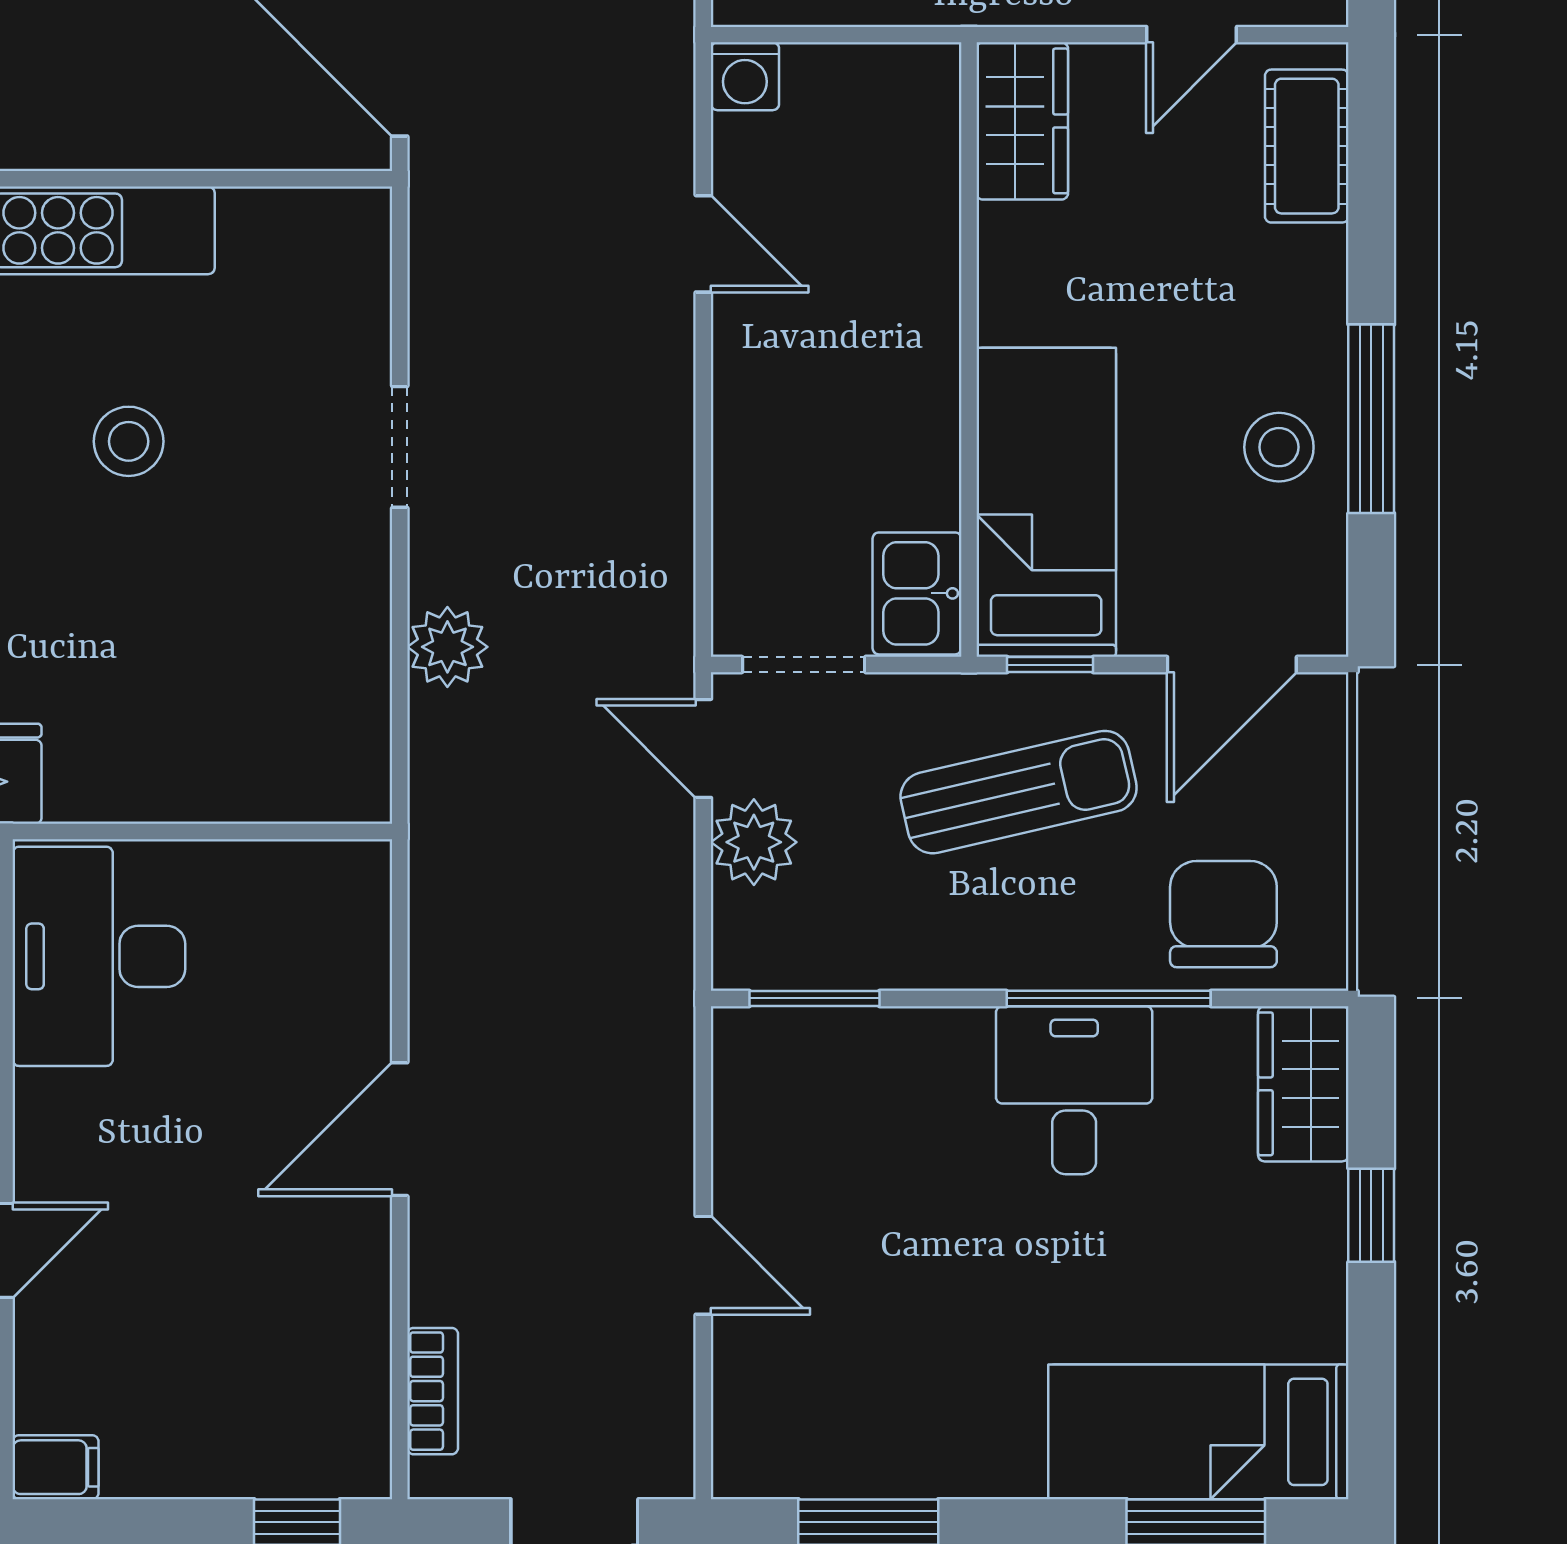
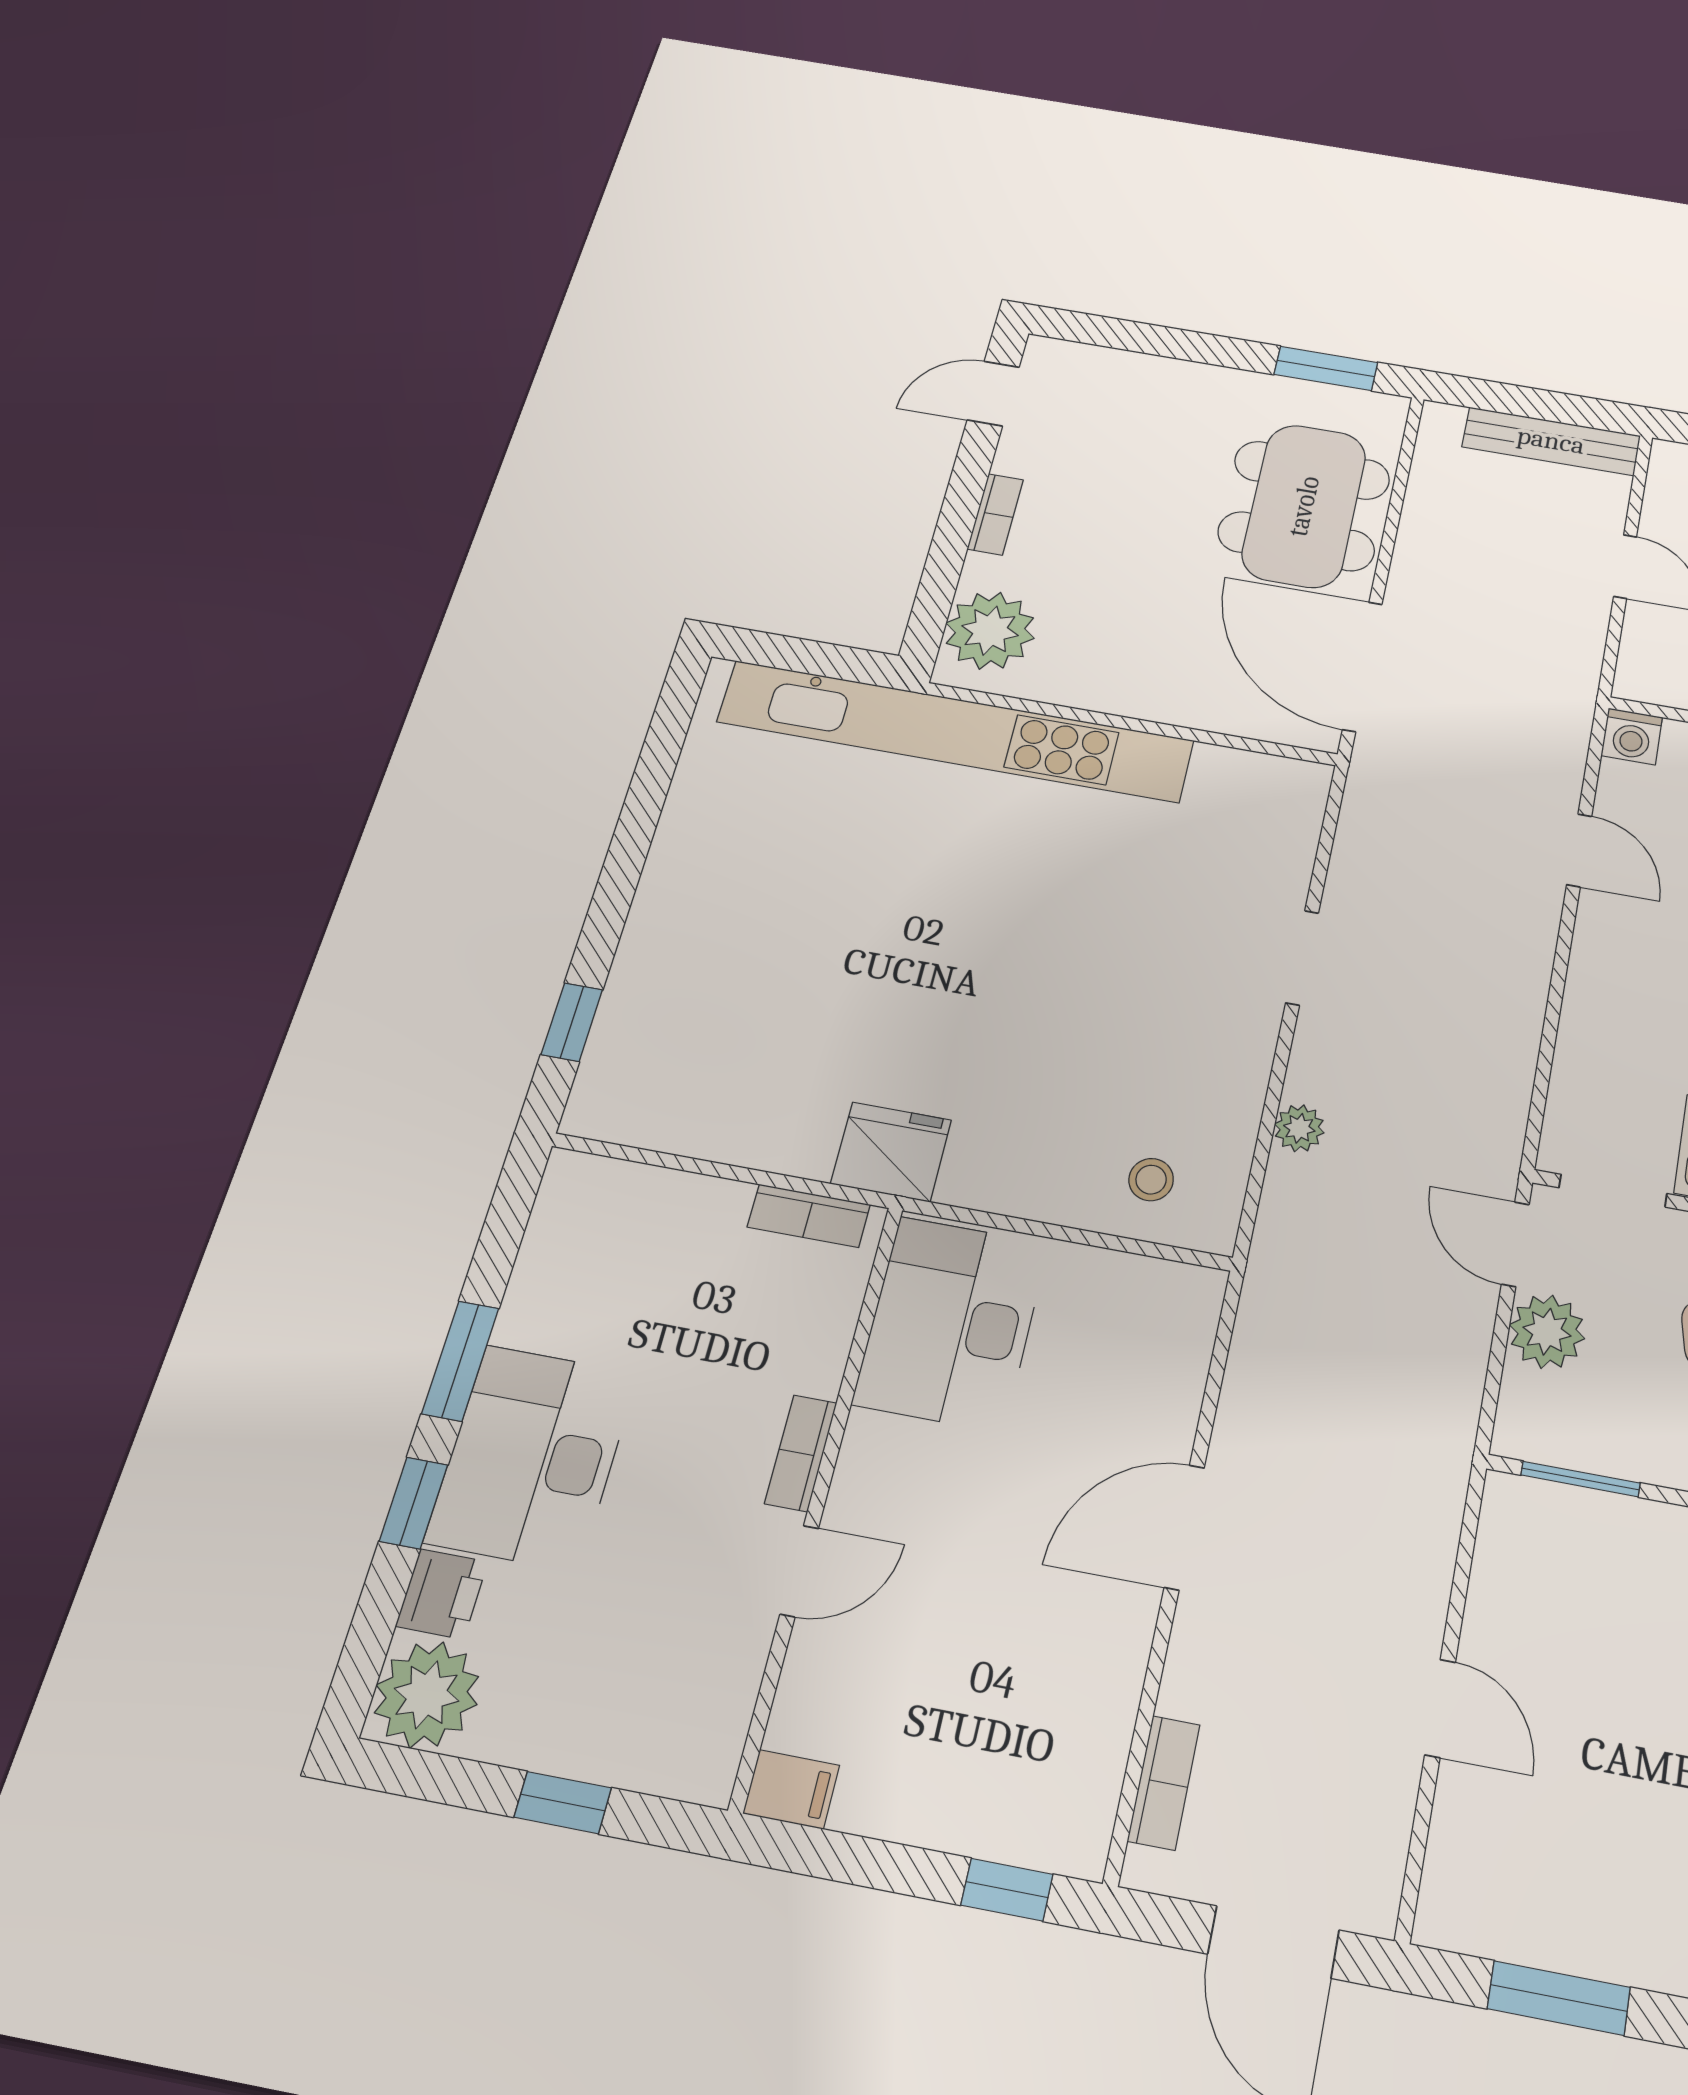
stool: (129, 441) -> (1151, 1180), moved, width x0.73, depth x0.73
plant: (447, 647) -> (1299, 1128), width x0.73, depth x0.73

